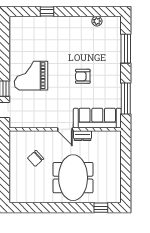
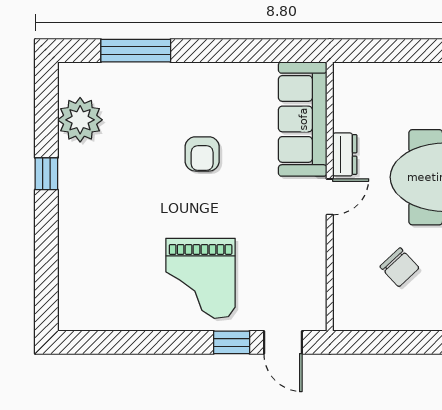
window: (47, 12) -> (46, 174), moved
plant: (97, 21) -> (80, 120), width x1.88, depth x1.88
window: (126, 98) -> (255, 51), removed

